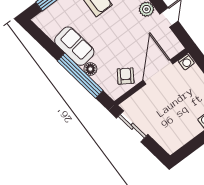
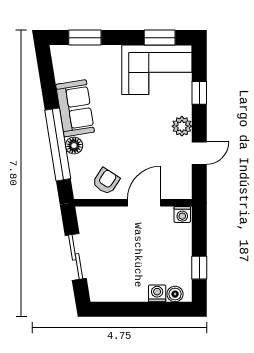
door: (158, 72) -> (144, 203), width x0.73
sliding door: (132, 126) -> (76, 257), moved

